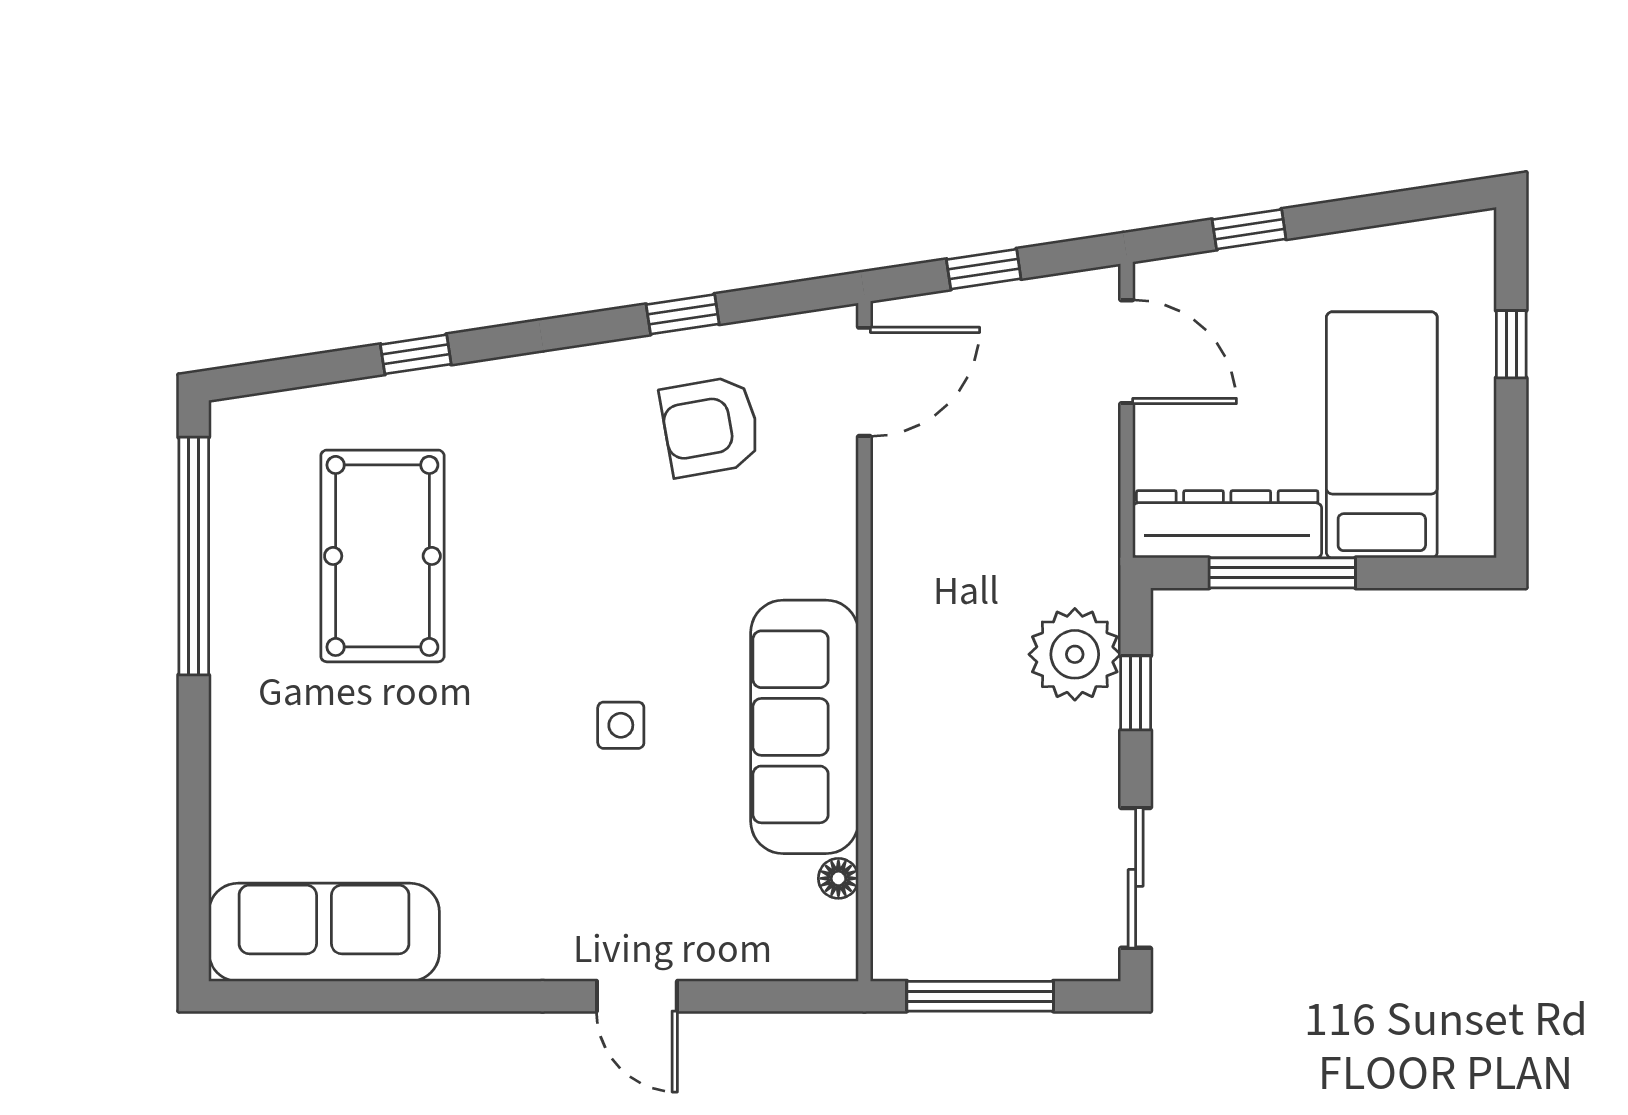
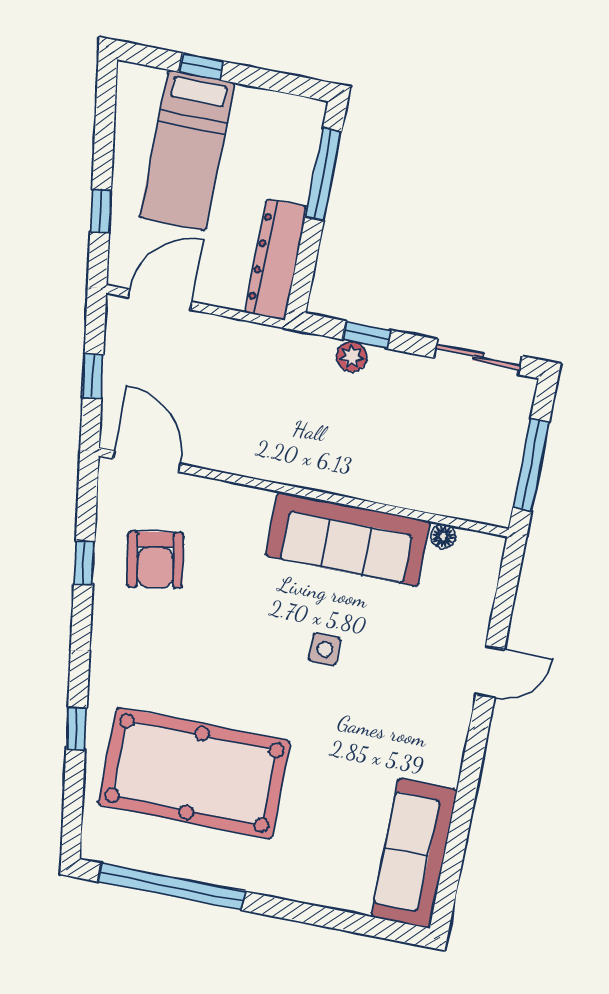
bed: (1382, 435) -> (187, 150), moved, turned -90
pool table: (382, 556) -> (194, 773), width x1.36, depth x1.32
window: (1282, 573) -> (323, 174), moved
plant: (1075, 654) -> (352, 357), width x0.53, depth x0.53

